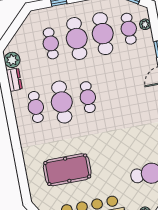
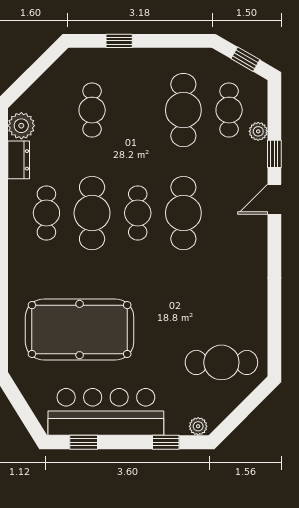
plant: (145, 24) -> (258, 131), moved
cafe table: (77, 39) -> (183, 213), moved
pool table: (67, 170) -> (80, 330), width x1.36, depth x1.32

